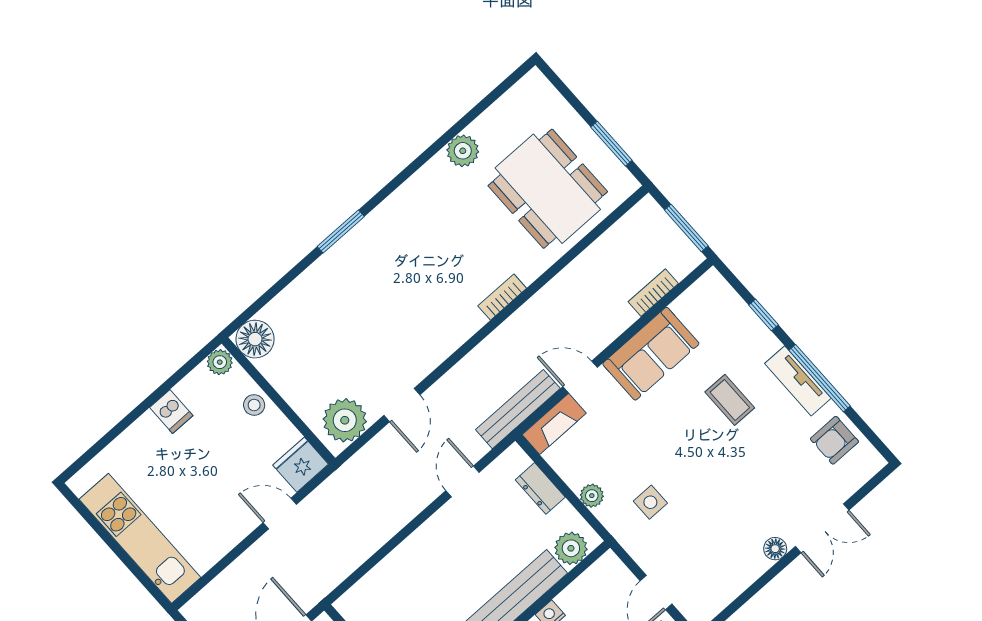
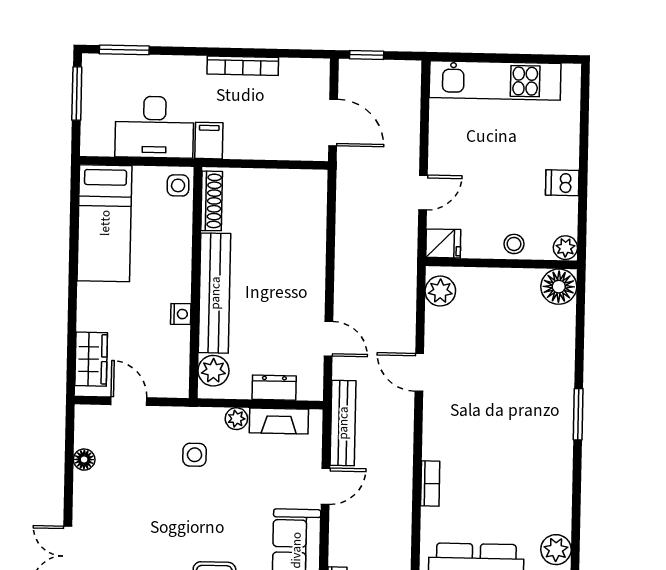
door: (402, 405) -> (419, 372), moved
plant: (345, 420) -> (440, 291), width x0.73, depth x0.73
fireplace: (554, 424) -> (279, 421), moved, turned -90
fridge: (301, 465) -> (443, 243), width x0.72
floor lamp: (775, 549) -> (84, 460), moved

